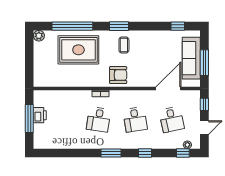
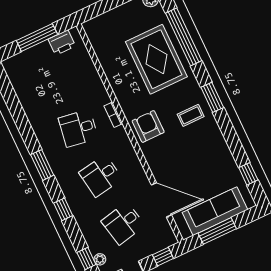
armchair: (118, 75) -> (148, 126), turned 180
printer: (40, 115) -> (62, 43), moved

